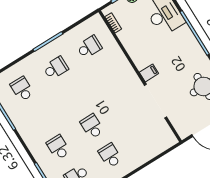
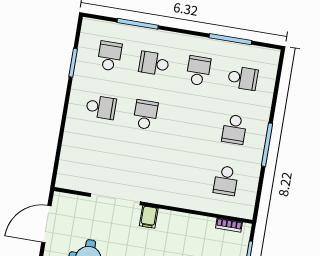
school desk: (40, 118) -> (198, 71), added
school desk: (92, 126) -> (145, 115), turned -90
school desk: (58, 147) -> (154, 63), turned 180

